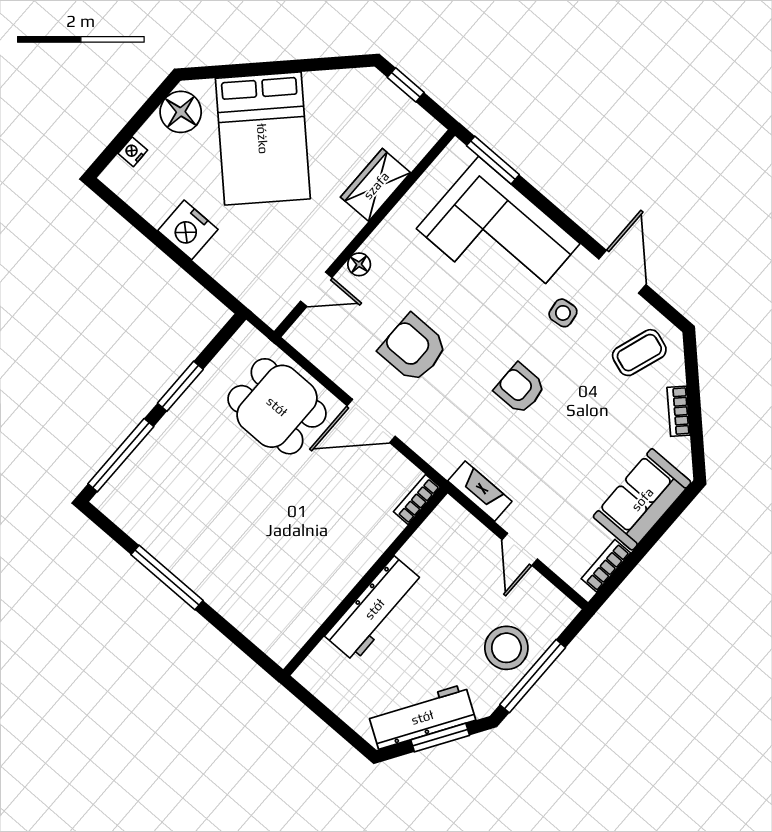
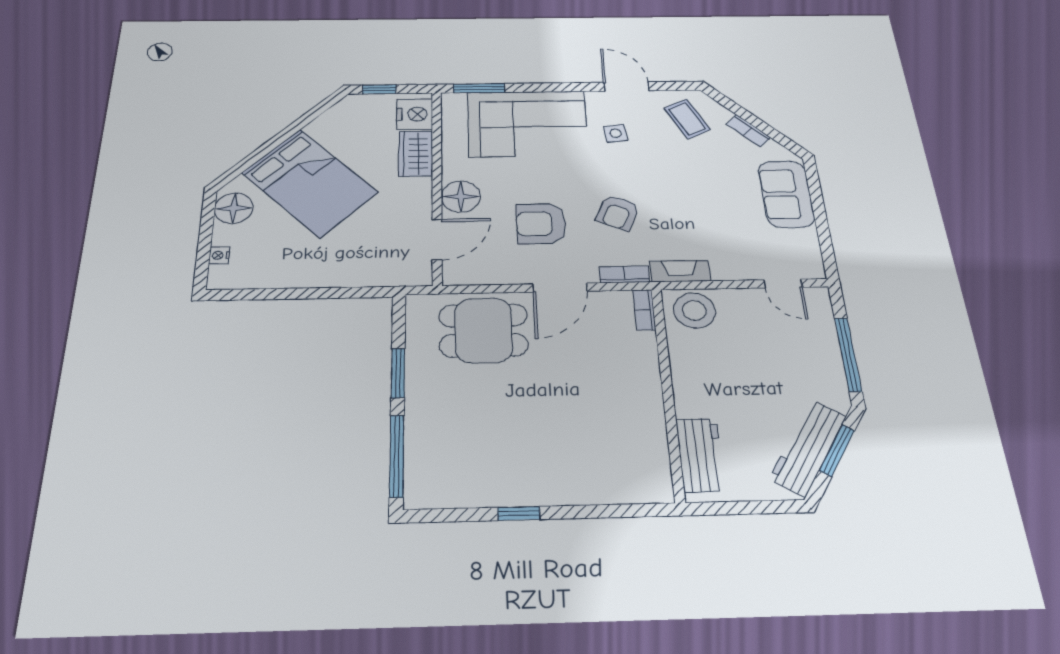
nightstand: (188, 230) -> (415, 114), moved, turned -90
floor lamp: (359, 264) -> (461, 197), width x1.89, depth x1.89
door: (316, 289) -> (437, 240), width x1.38
coffee table: (639, 353) -> (687, 119), turned -45
armchair: (520, 389) -> (618, 213), moved, turned -66
door: (520, 549) -> (783, 284), moved
bookcase: (606, 566) -> (624, 274), moved, turned 90
window: (167, 577) -> (519, 513), width x0.46
workbench: (374, 609) -> (700, 455), moved, width x0.73
stool: (506, 648) -> (694, 310), moved

